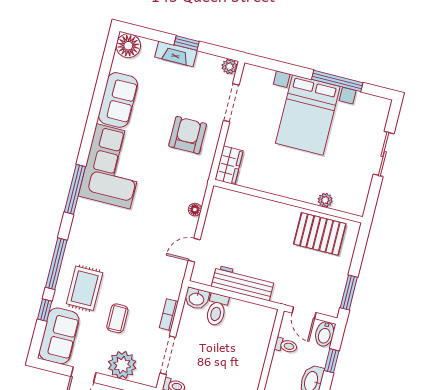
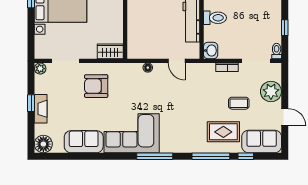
toilet: (217, 310) -> (215, 18), moved

